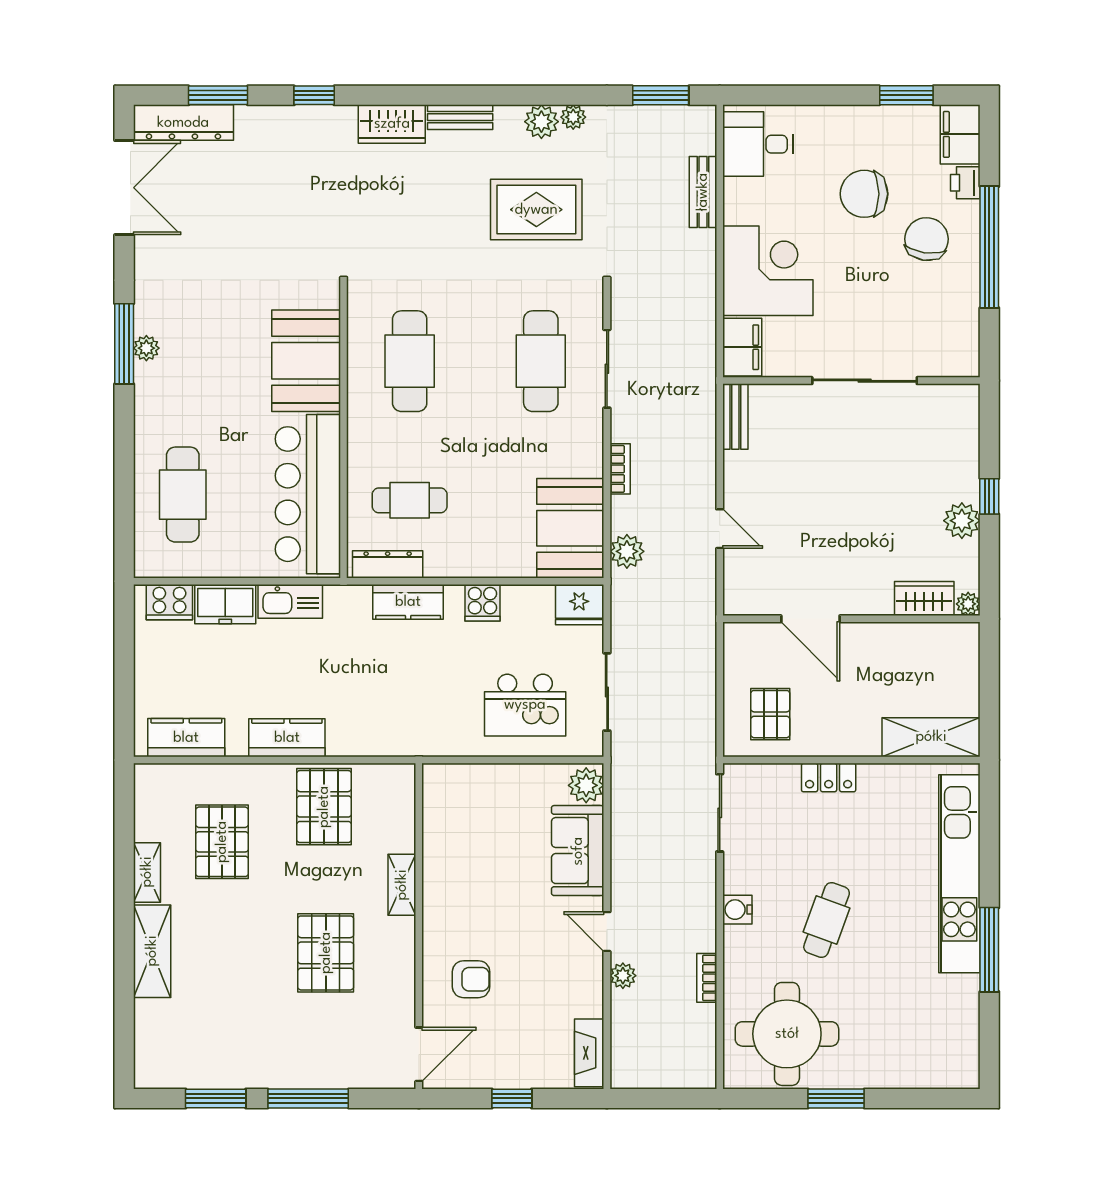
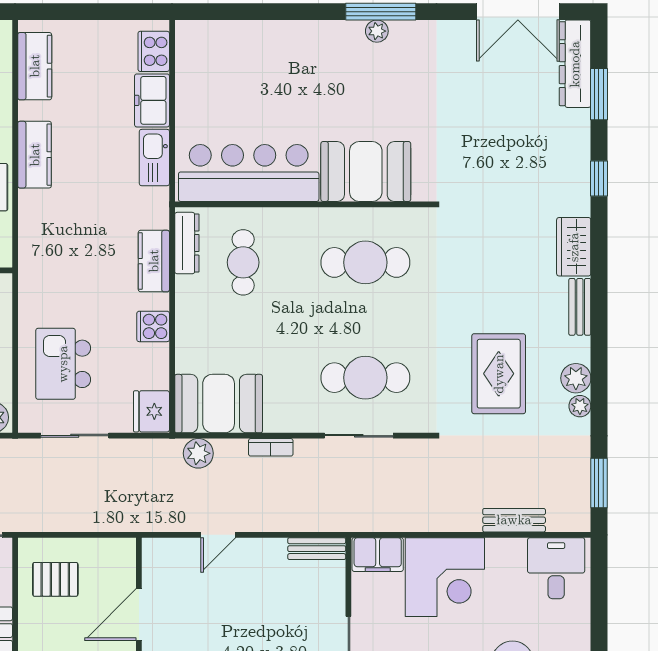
cafe table: (183, 495) -> (248, 63), removed

